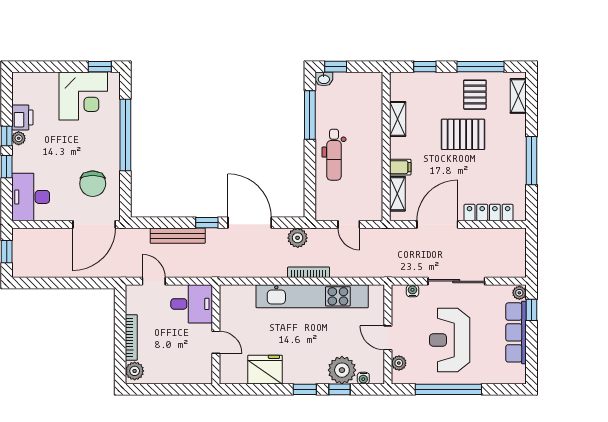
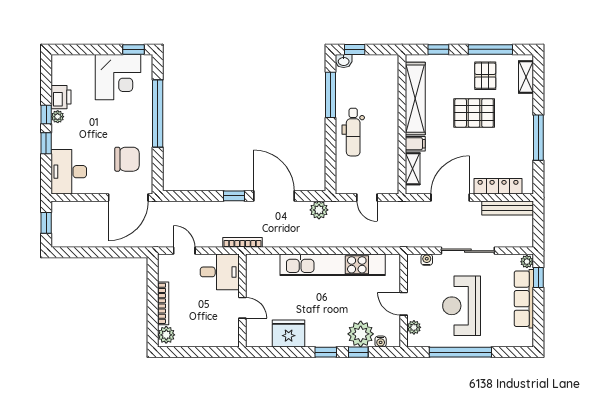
shelving: (398, 119) -> (415, 99), width x2.20, depth x1.33
chair: (93, 184) -> (127, 159), turned -90
bench: (178, 236) -> (508, 208), moved
bookcase: (309, 272) -> (242, 242), moved

